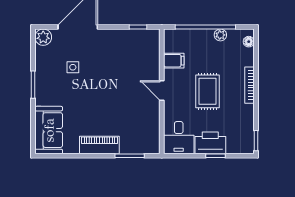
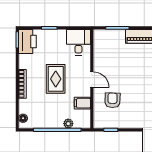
plant: (220, 35) -> (68, 124), moved
armchair: (136, 64) -> (112, 100), added
printer: (210, 143) -> (27, 41), moved, turned -90

